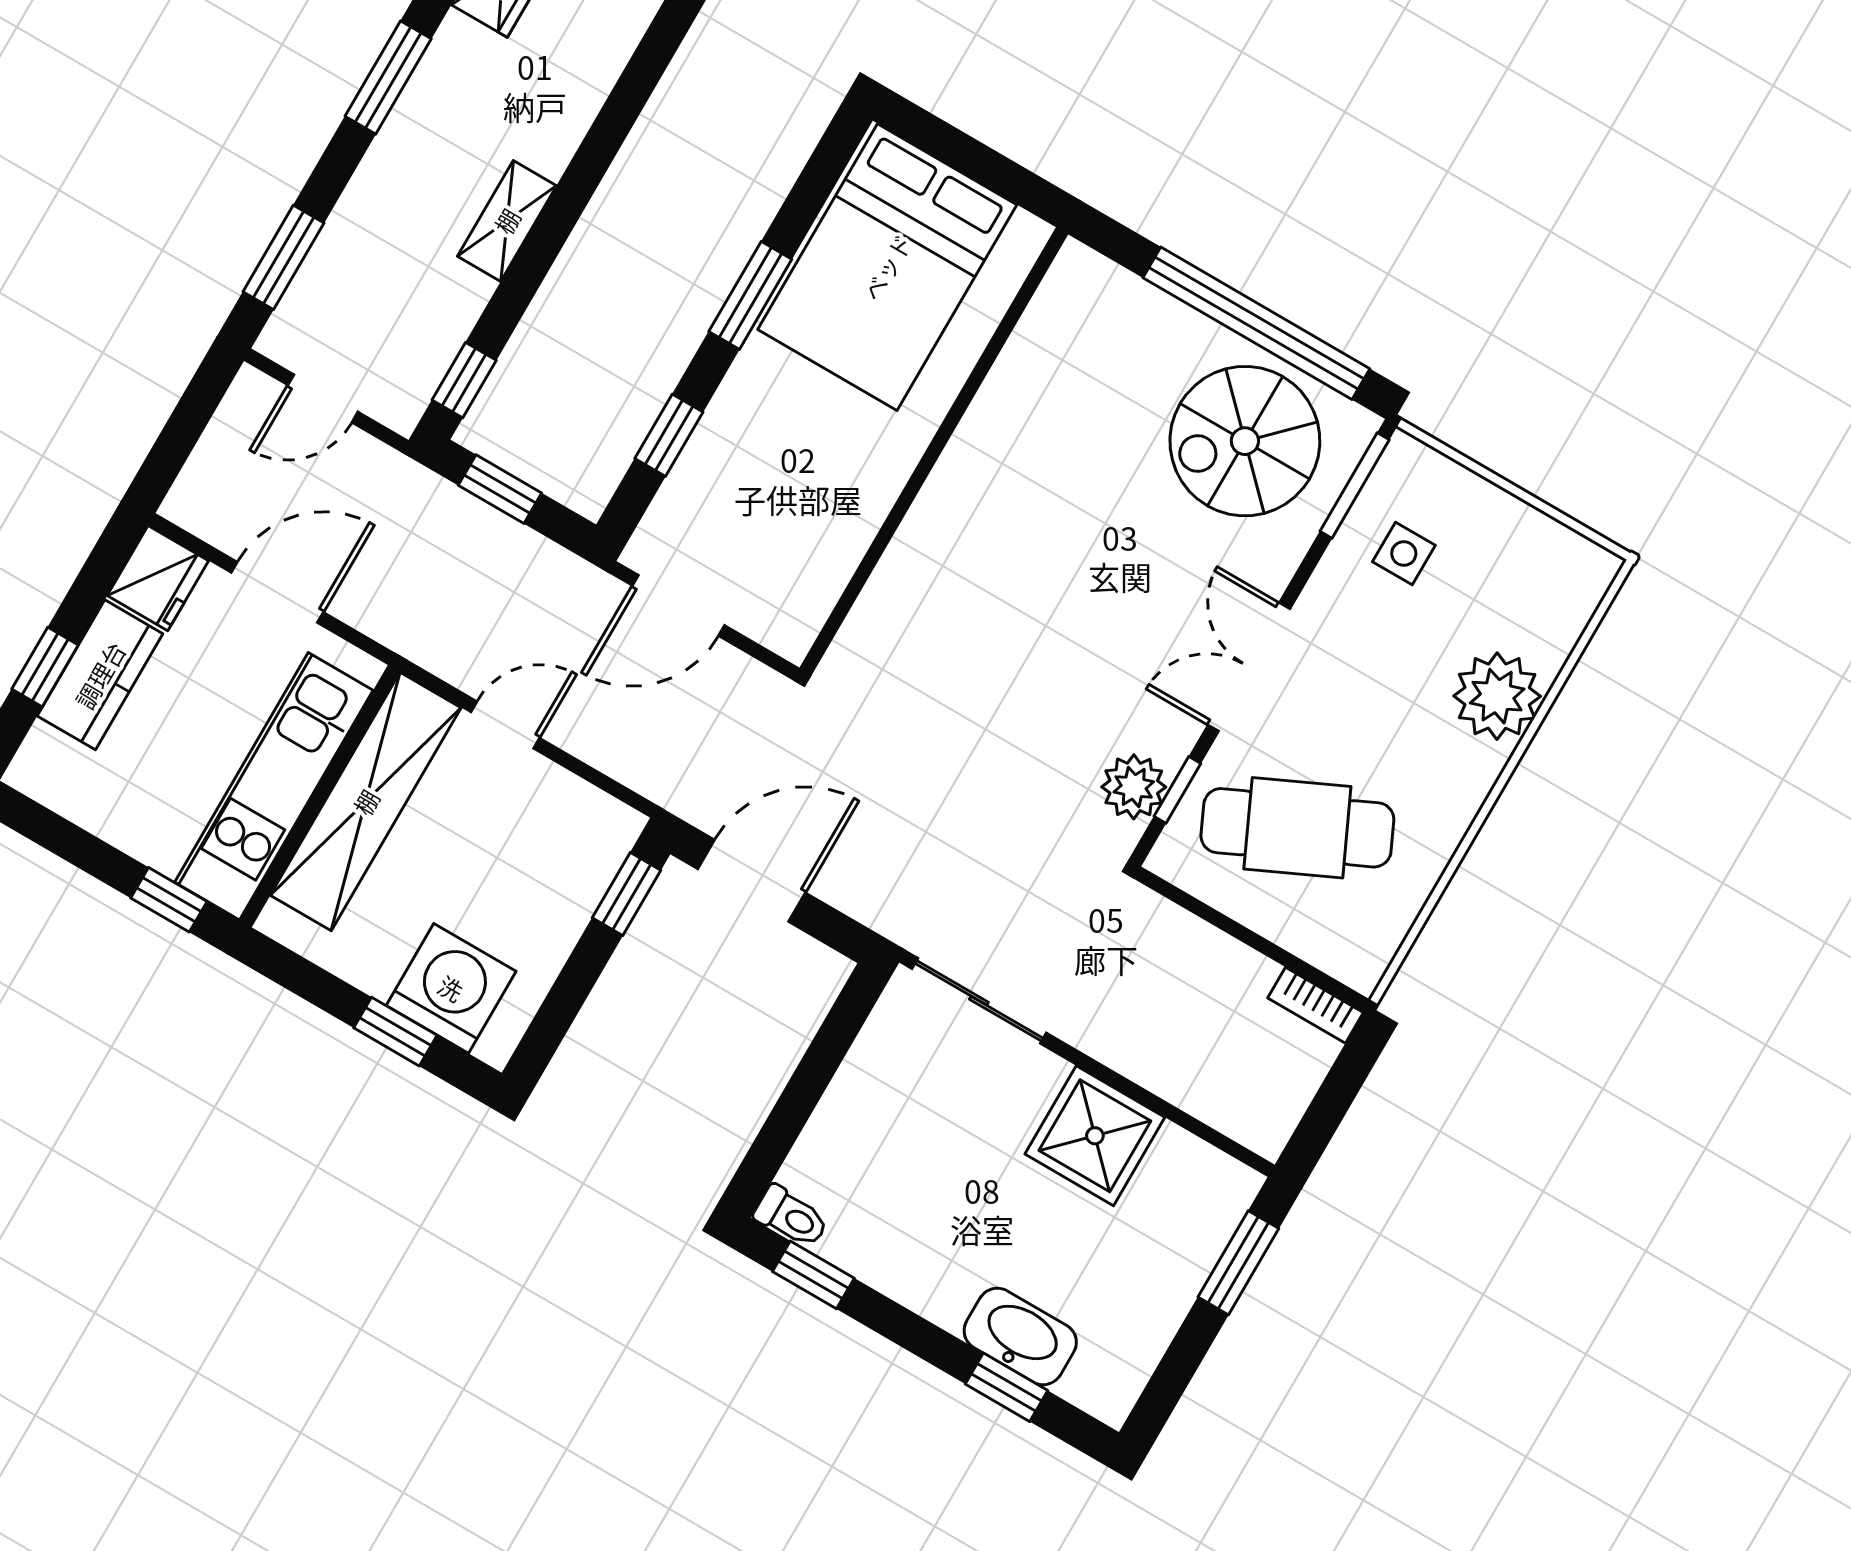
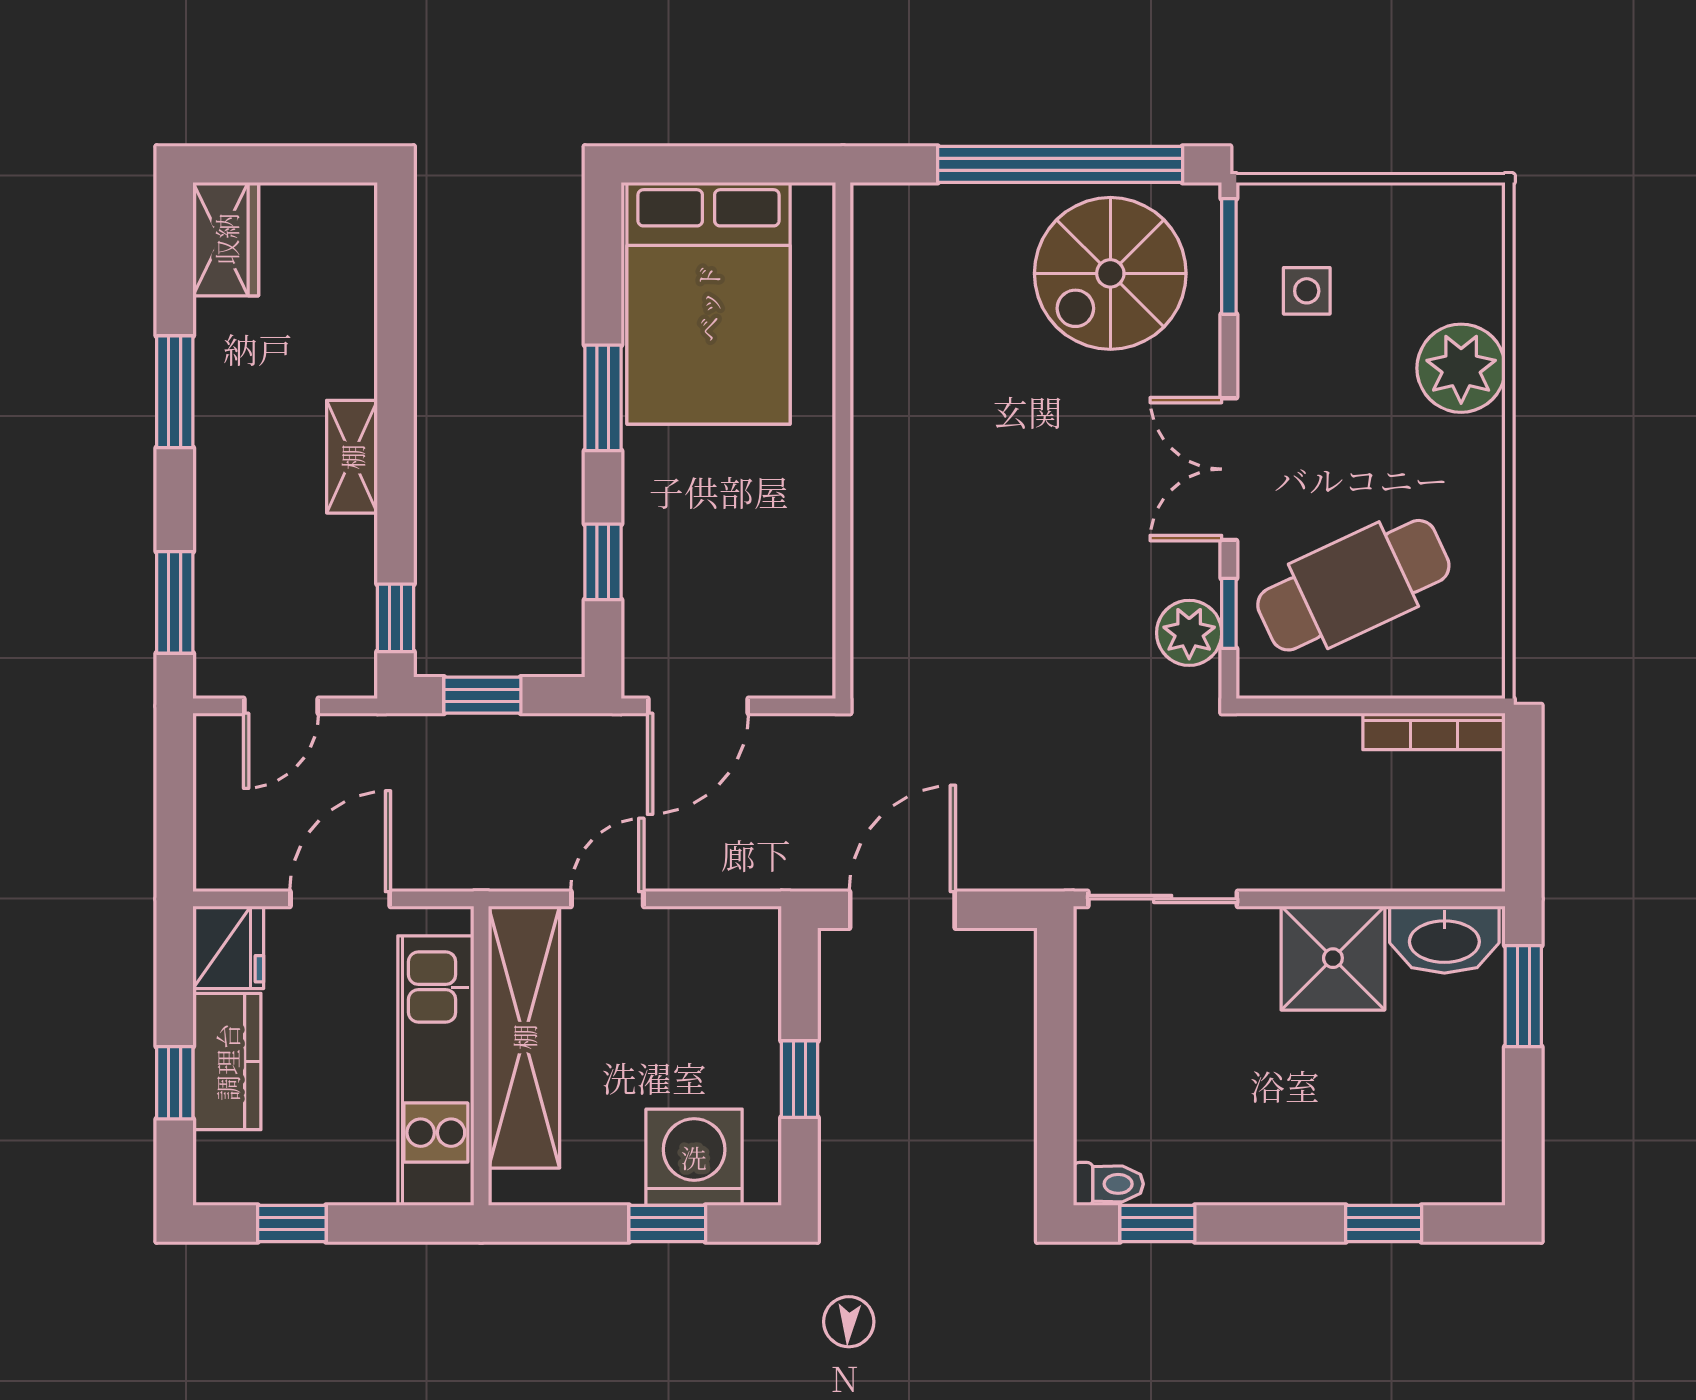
window: (626, 894) -> (800, 1079), moved
window: (169, 900) -> (292, 1223), moved
bookcase: (1316, 1005) -> (1434, 731), width x1.56
washbasin: (1020, 1336) -> (1444, 940), moved, turned 180

